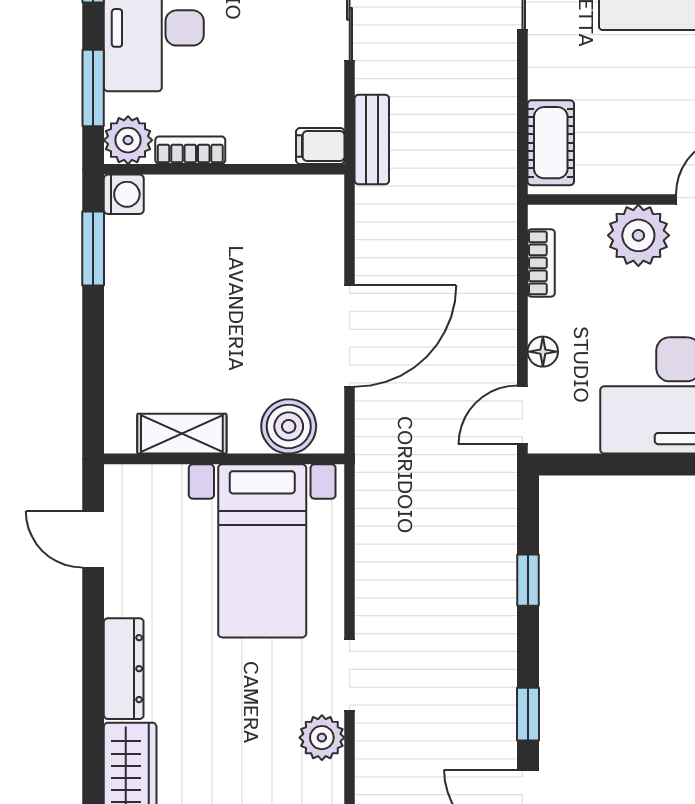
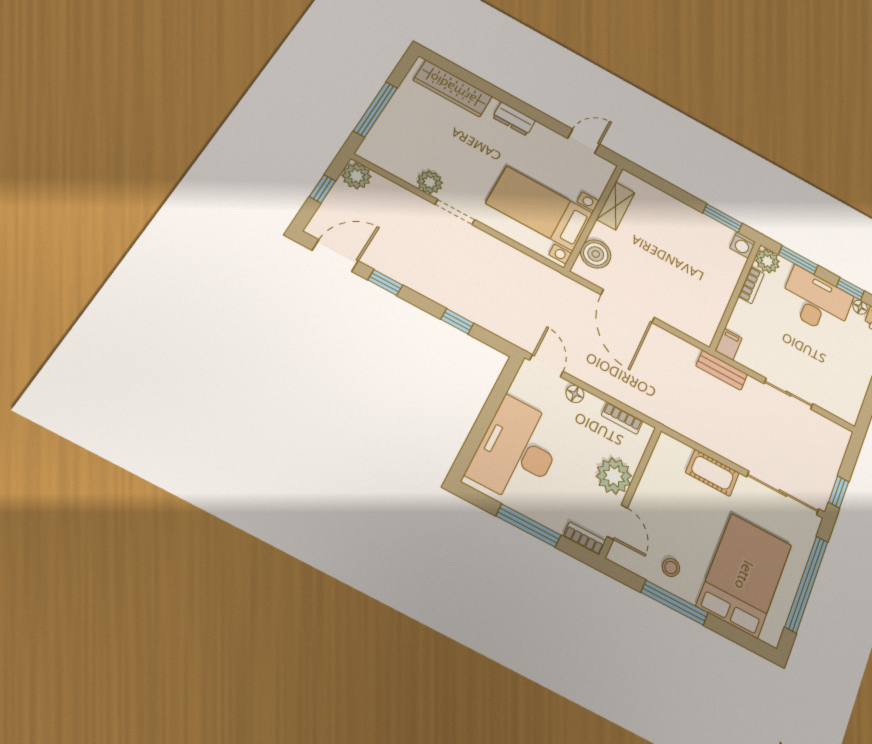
cot: (551, 143) -> (712, 473), moved
dresser: (124, 669) -> (514, 119), width x0.70

